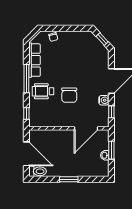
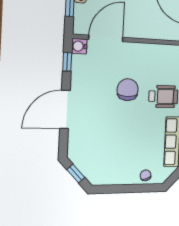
water cooler: (104, 100) -> (79, 46), moved

